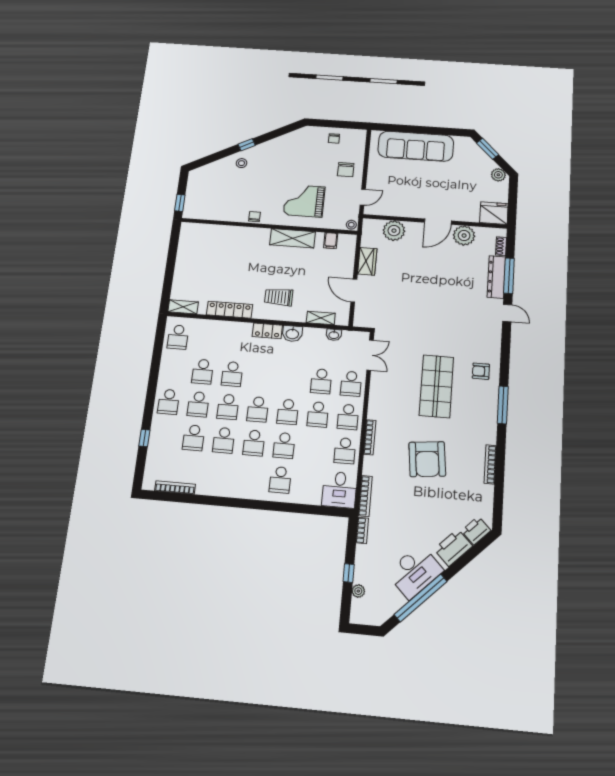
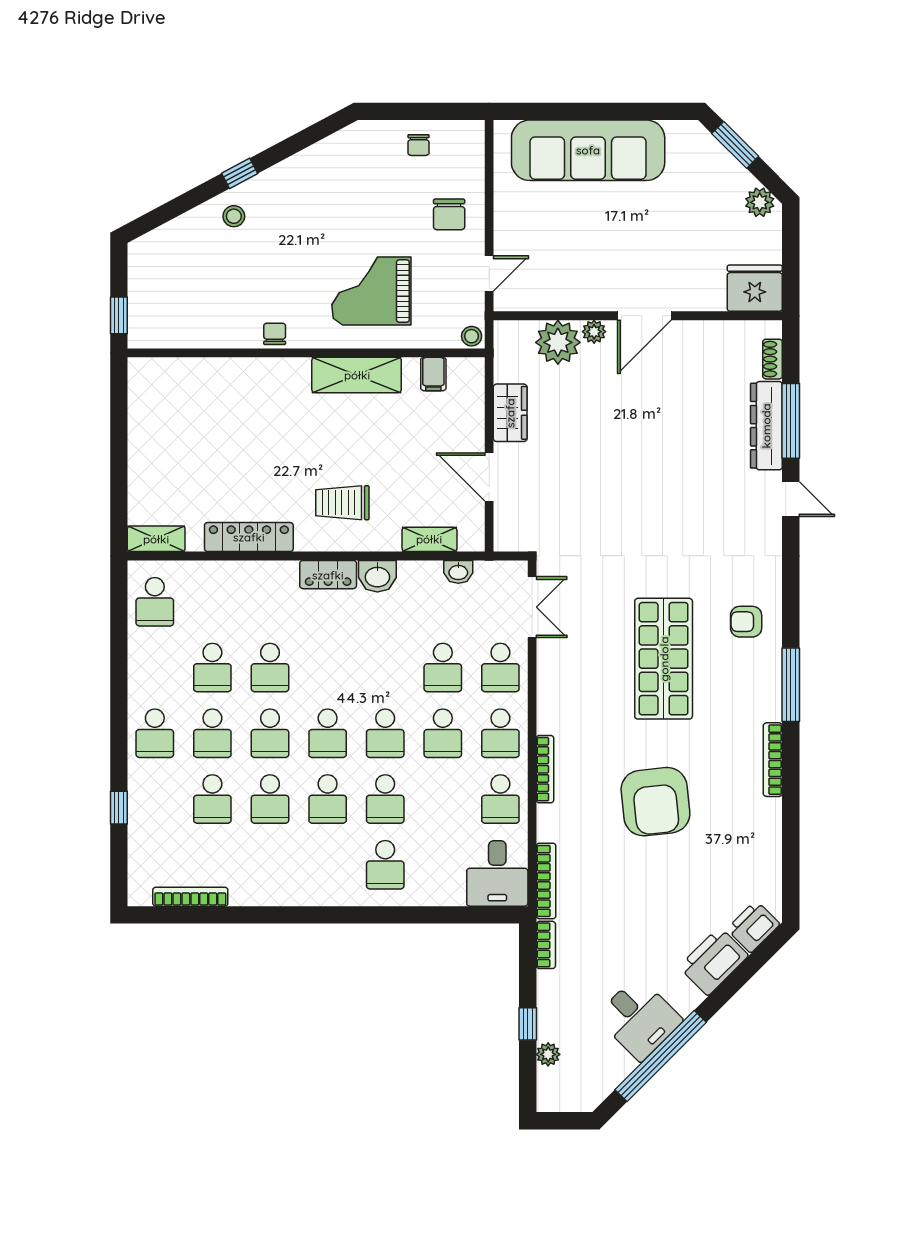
plant: (464, 236) -> (594, 332), moved, width x0.53, depth x0.53
bookcase: (490, 464) -> (773, 760), moved
desk: (415, 572) -> (639, 1018), width x0.73

